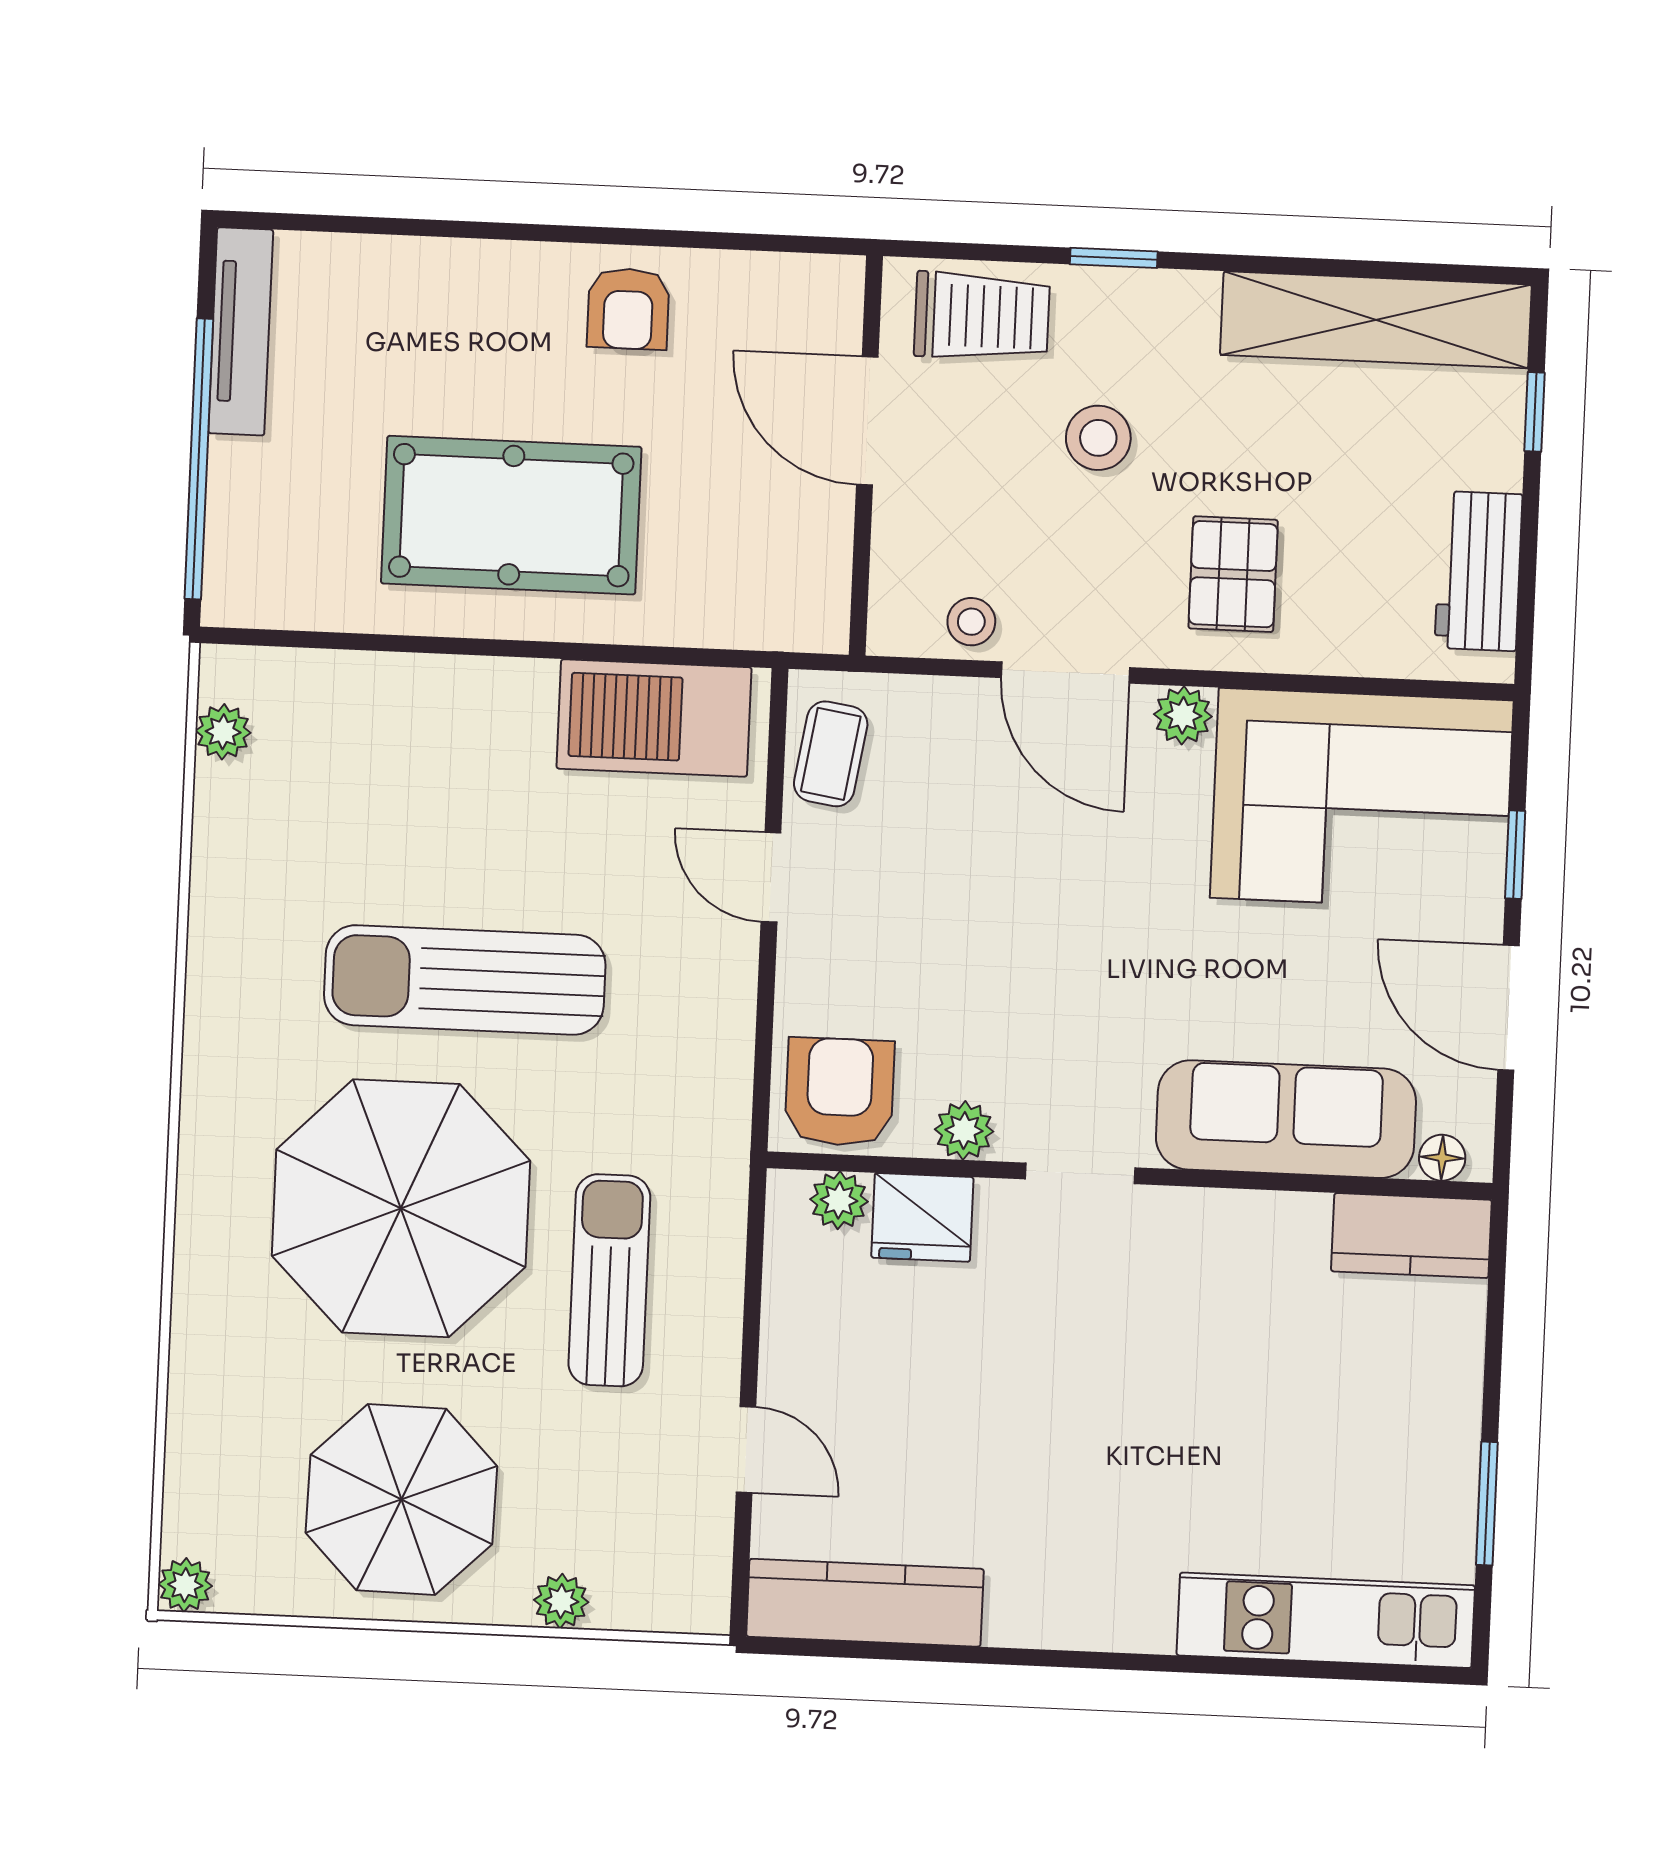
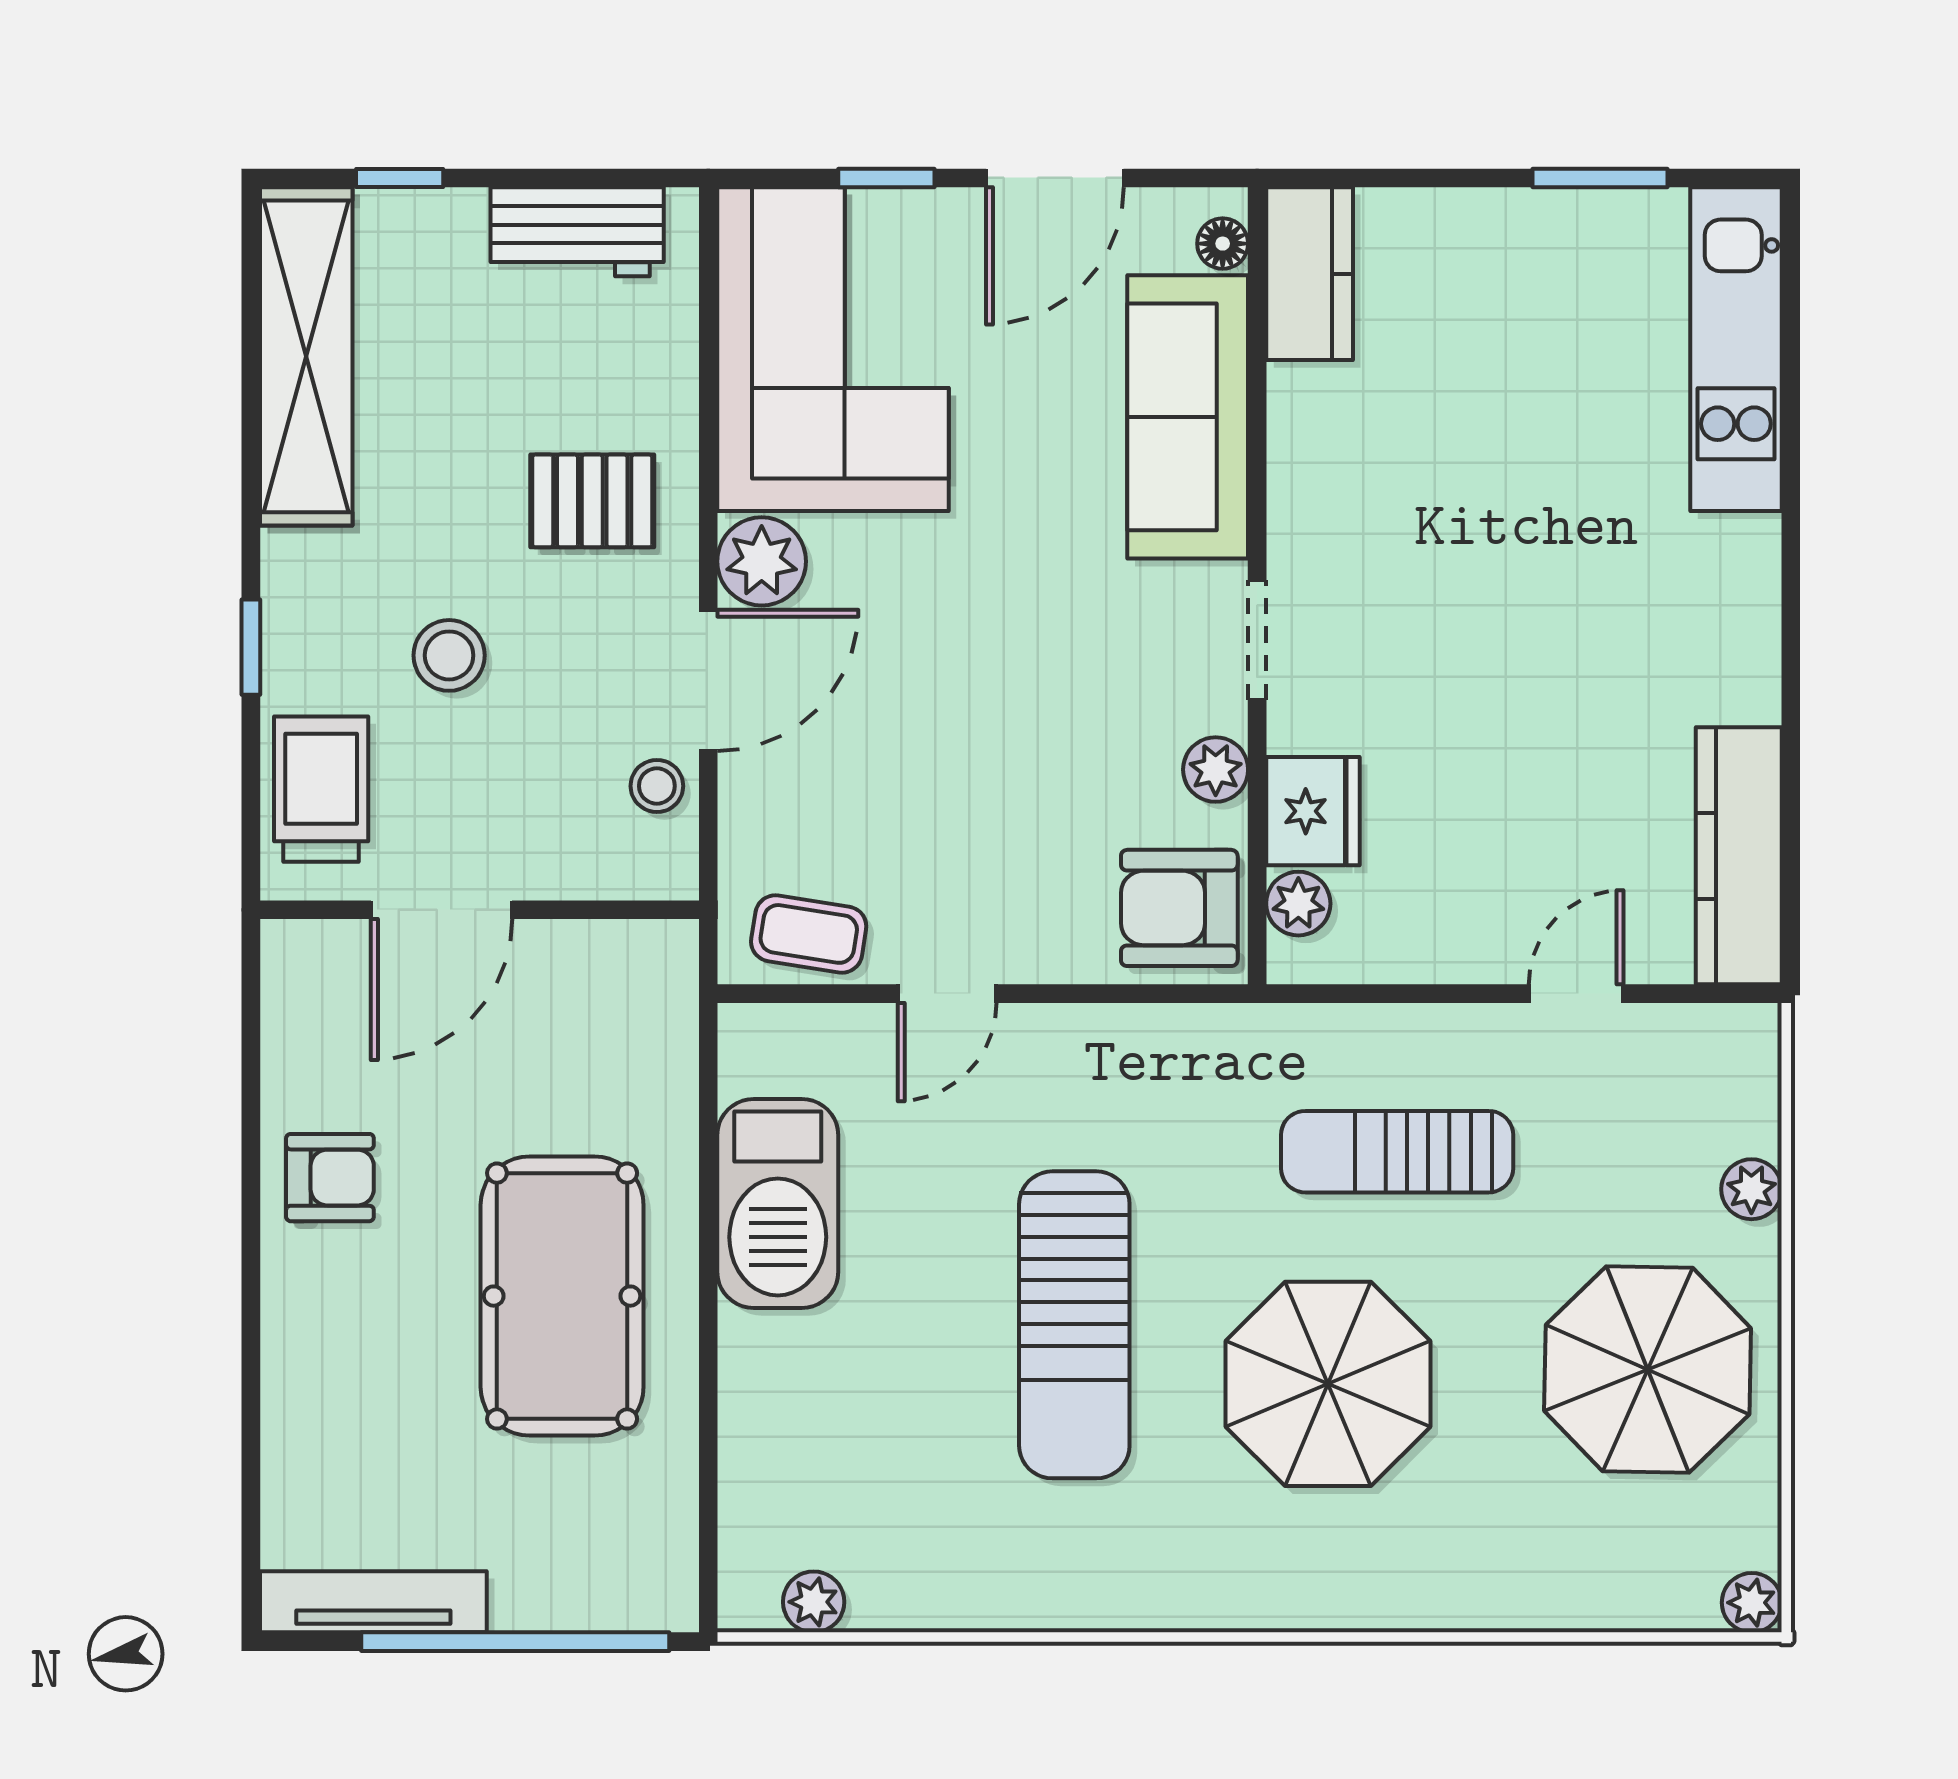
plant: (1183, 715) -> (762, 561), width x1.38, depth x1.38
barbecue: (654, 718) -> (778, 1203), moved
parasol: (401, 1208) -> (1328, 1384), width x0.73, depth x0.73

